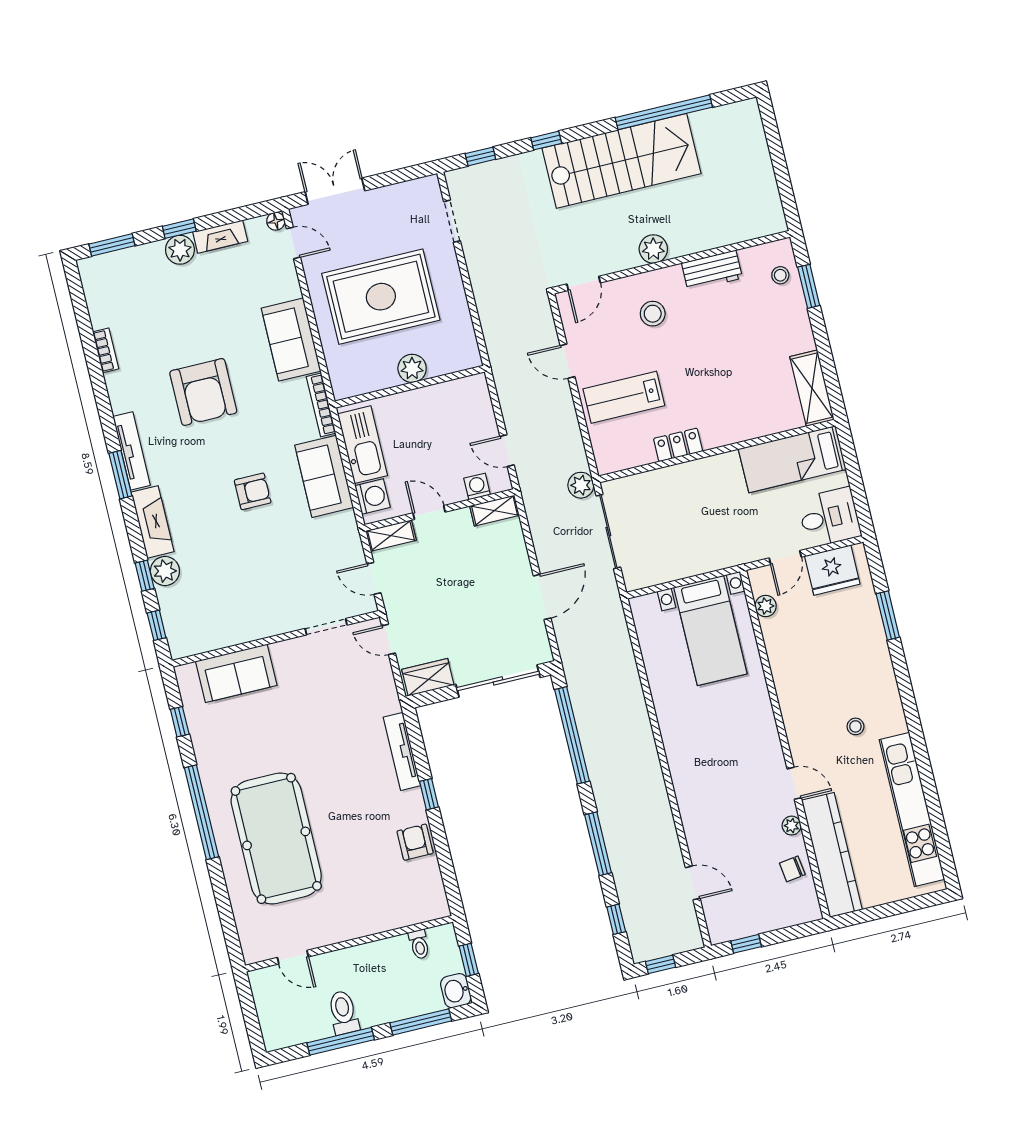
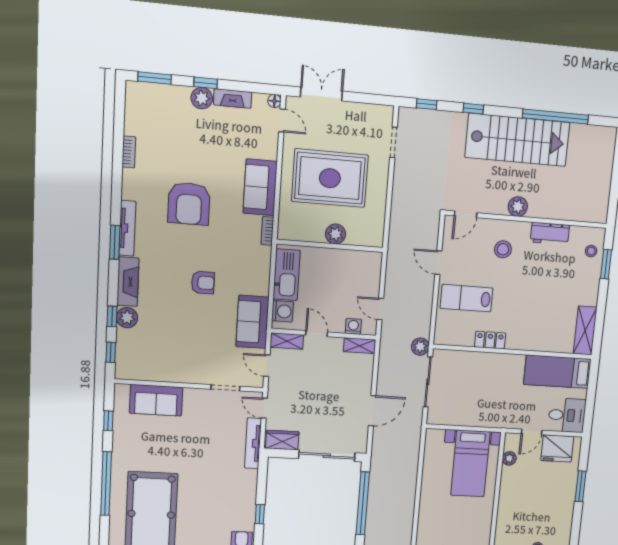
bookcase: (321, 405) -> (267, 231), width x0.64
sofa: (324, 476) -> (252, 322), moved
tv unit: (402, 751) -> (253, 443), moved

